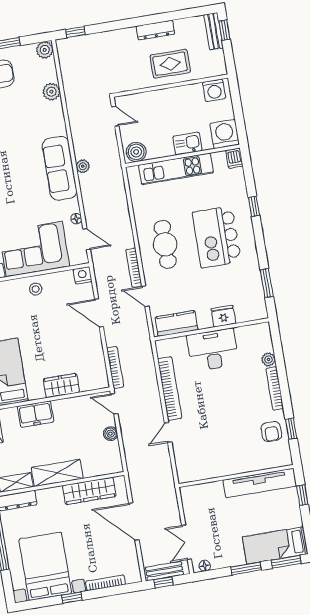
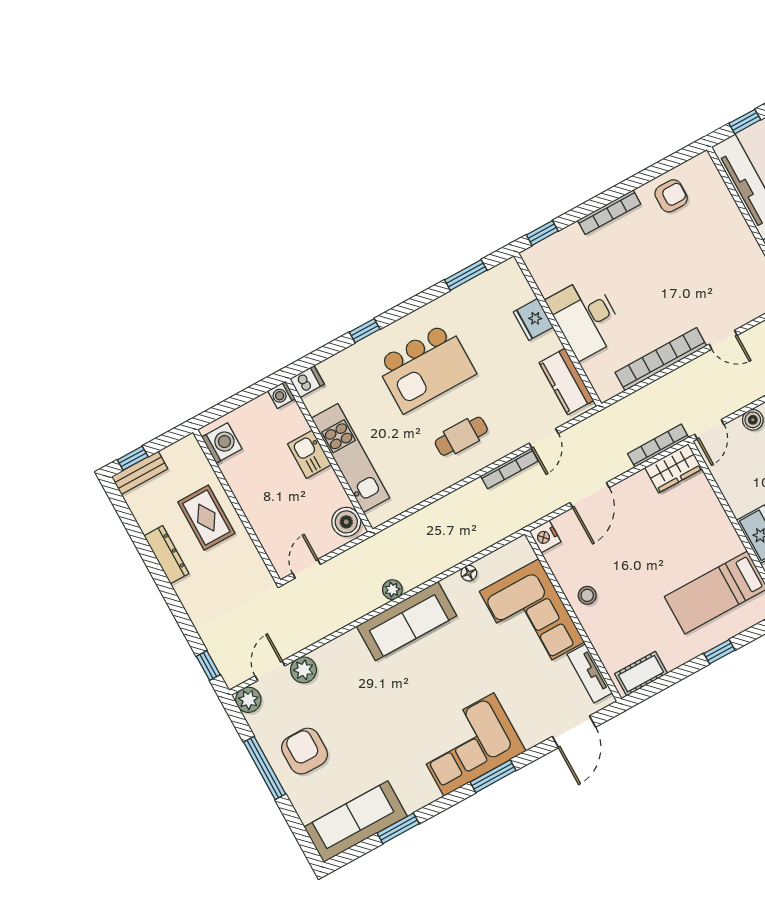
washing machine: (225, 134) -> (281, 395), width x0.53, depth x0.53
door: (87, 239) -> (270, 671), moved
cafe table: (165, 244) -> (461, 436), width x0.73, depth x0.74
plant: (268, 359) -> (572, 235), removed
wardrobe: (61, 386) -> (674, 468), moved, turned -90
window: (291, 429) -> (542, 233), moved

